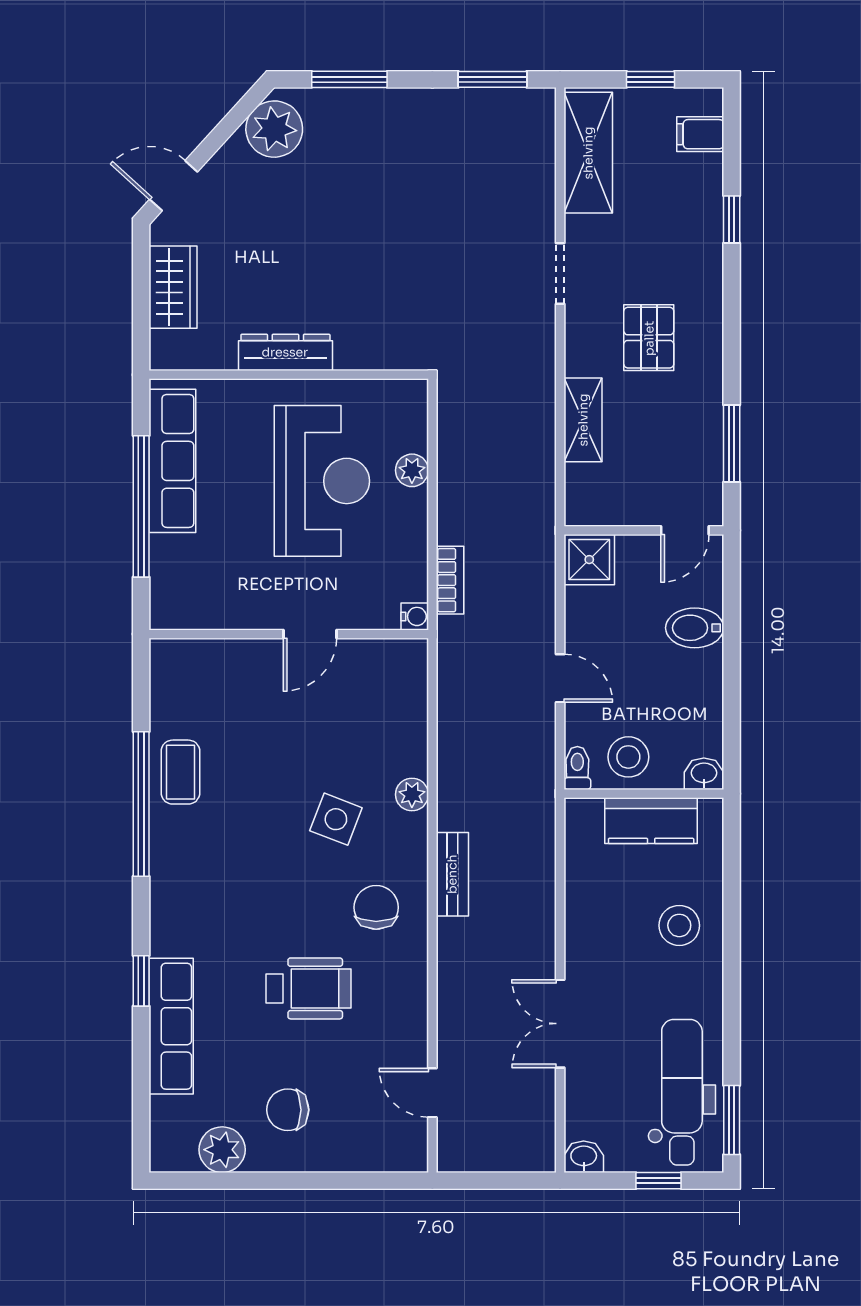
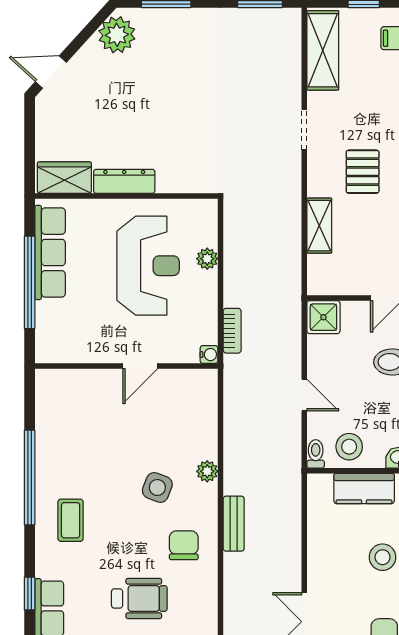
wardrobe: (173, 287) -> (64, 178), moved, turned -90
coffee table: (180, 772) -> (71, 520), moved

